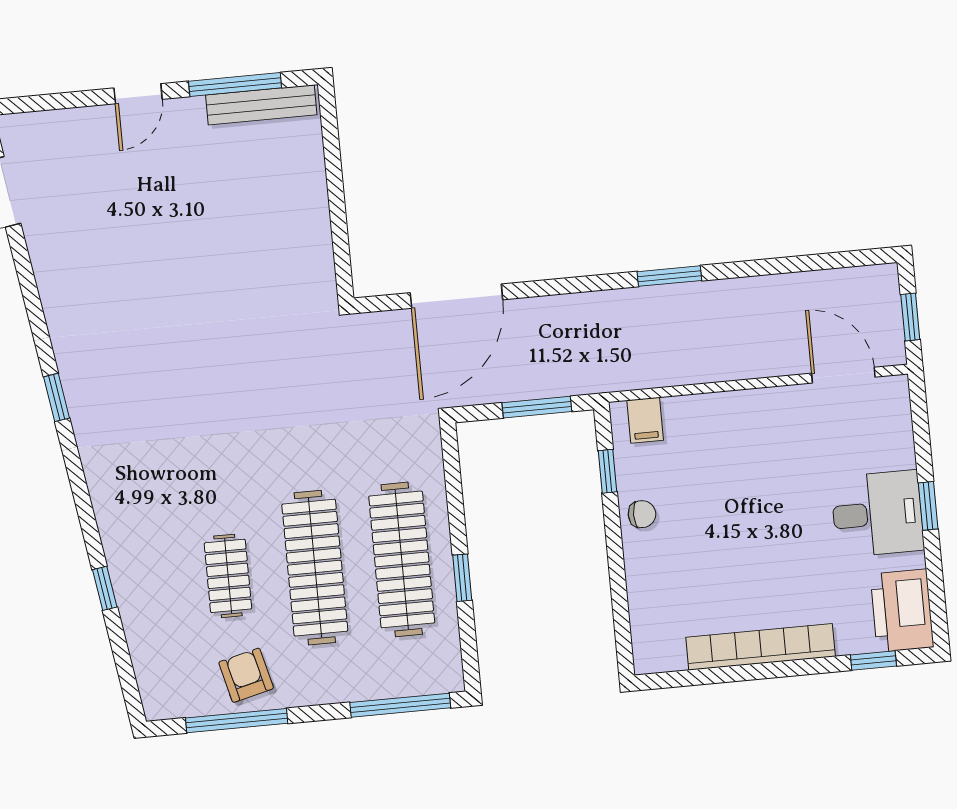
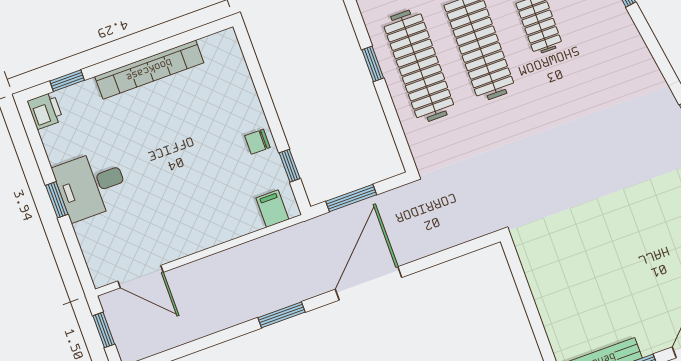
door: (456, 296) -> (369, 283), moved
printer: (902, 611) -> (45, 111), width x0.53, depth x0.68

